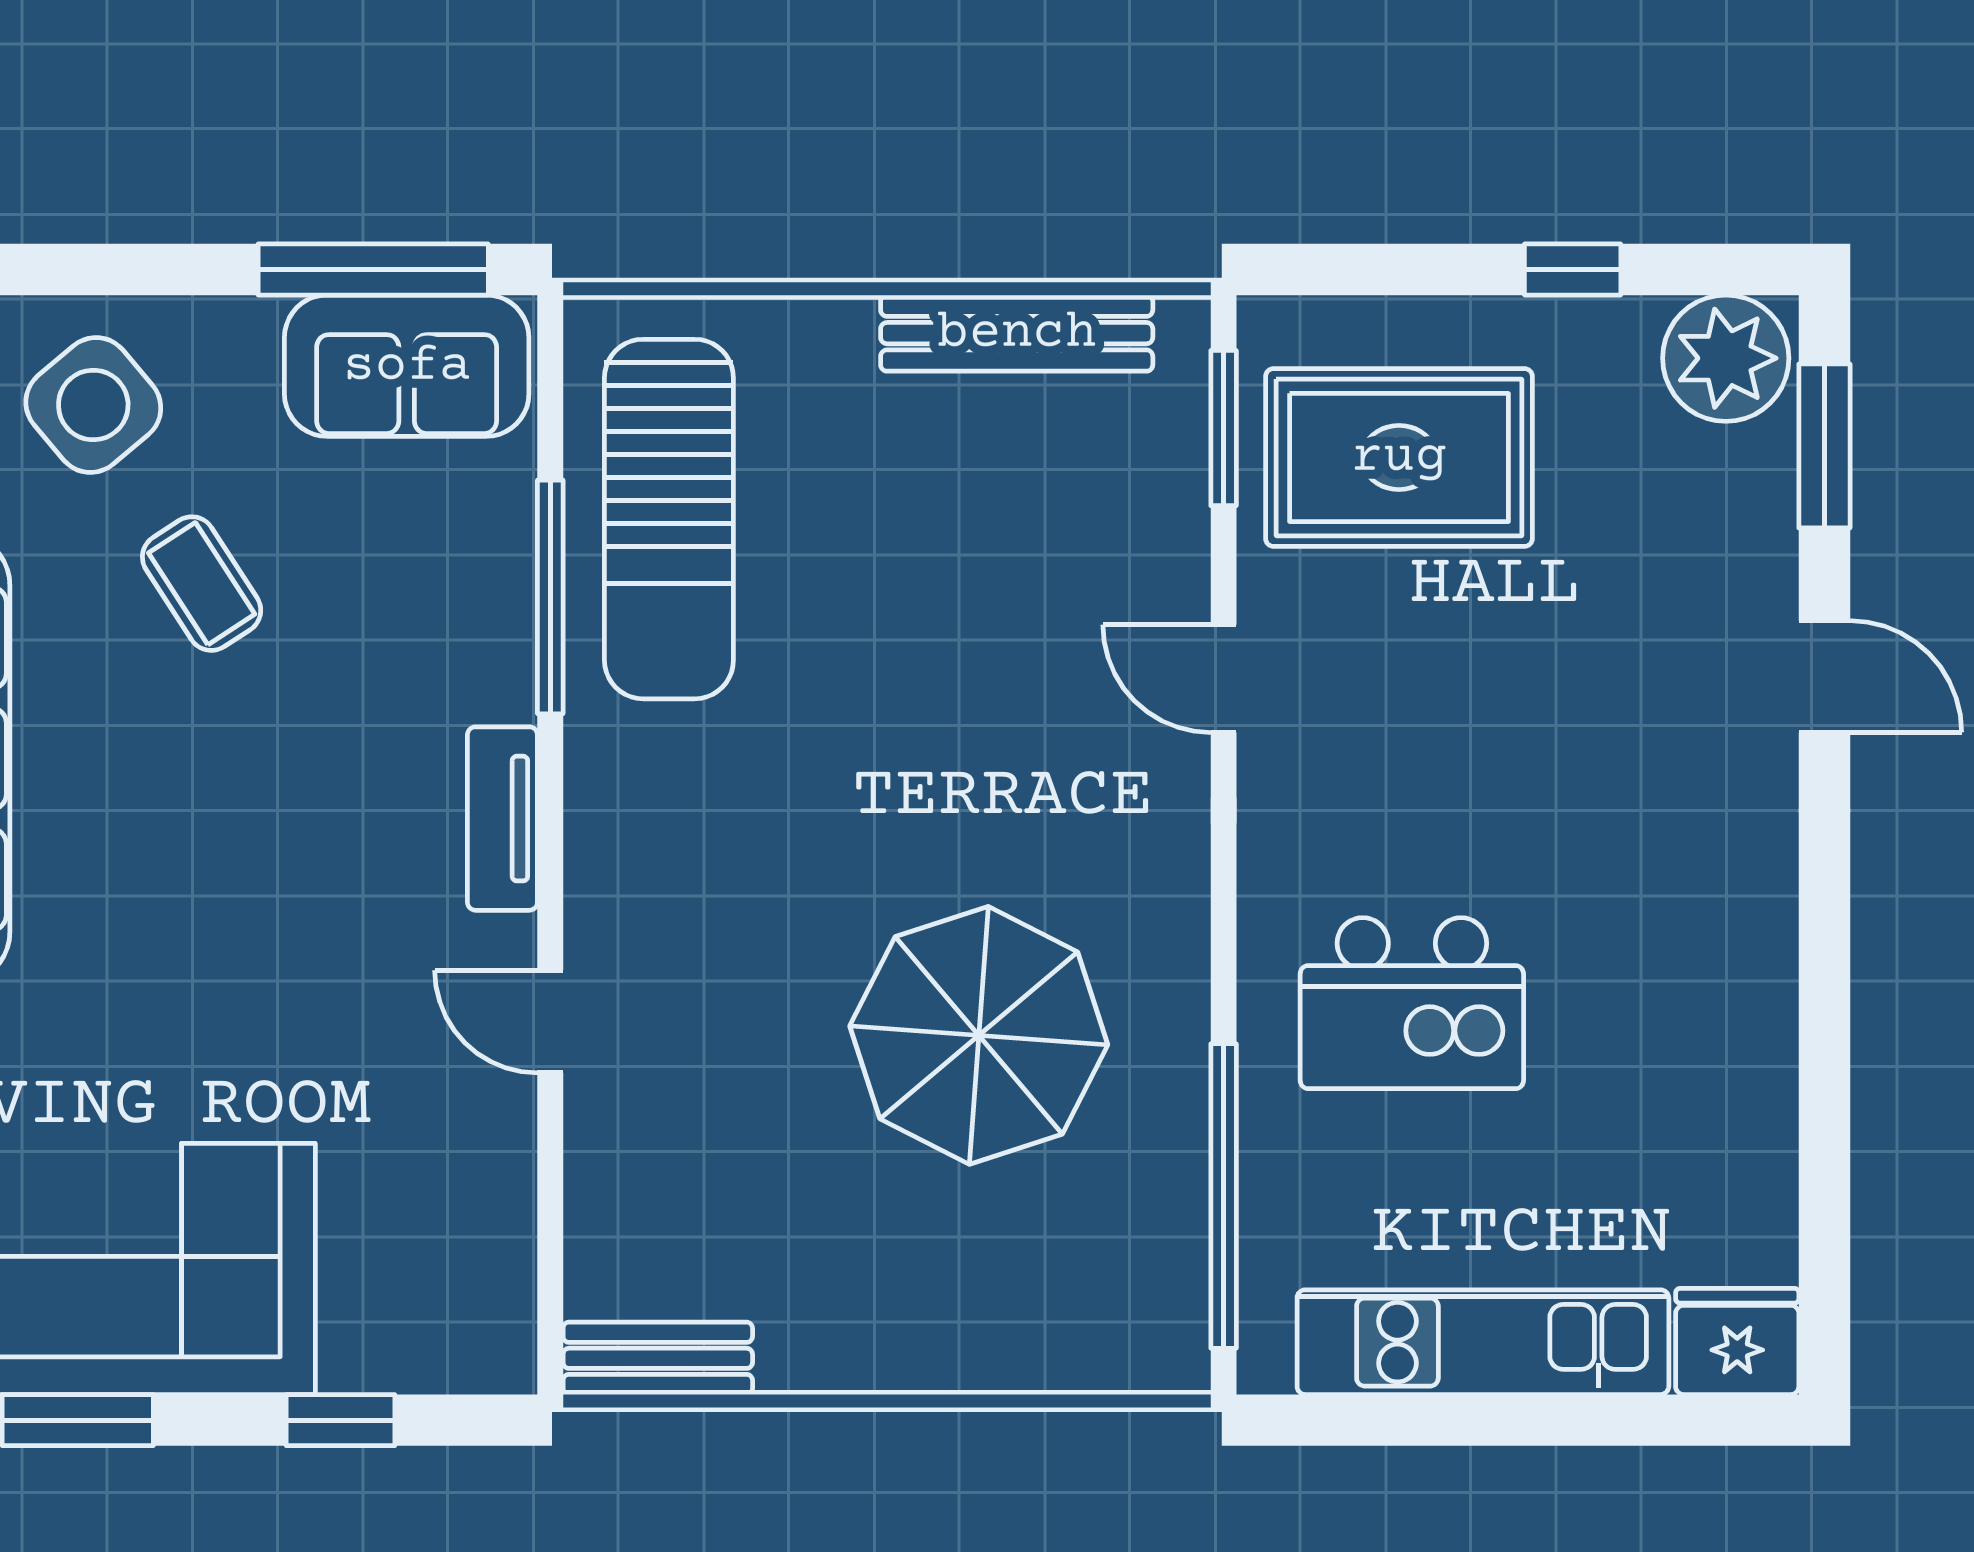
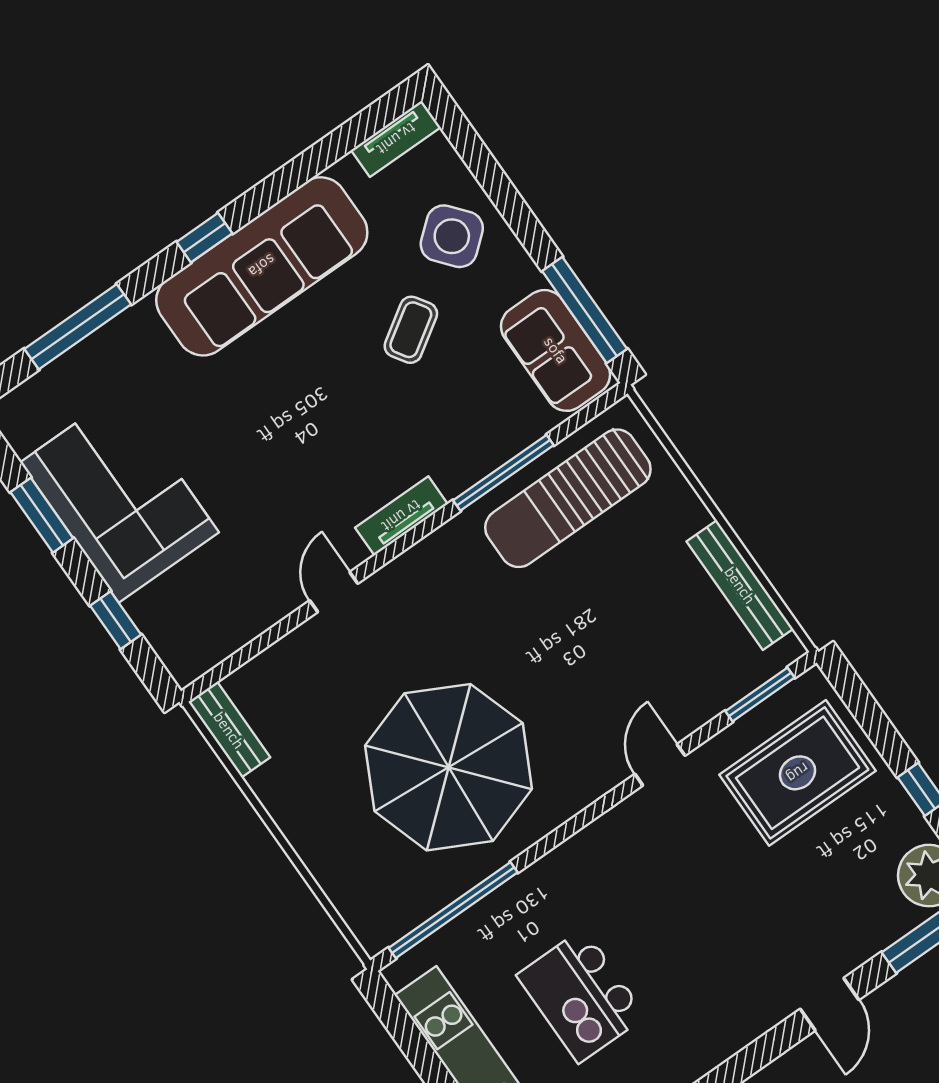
rug: (1399, 457) -> (798, 773), turned 90
kitchen island: (1412, 1003) -> (581, 996), moved
parasol: (979, 1035) -> (449, 767), width x1.36, depth x1.36

